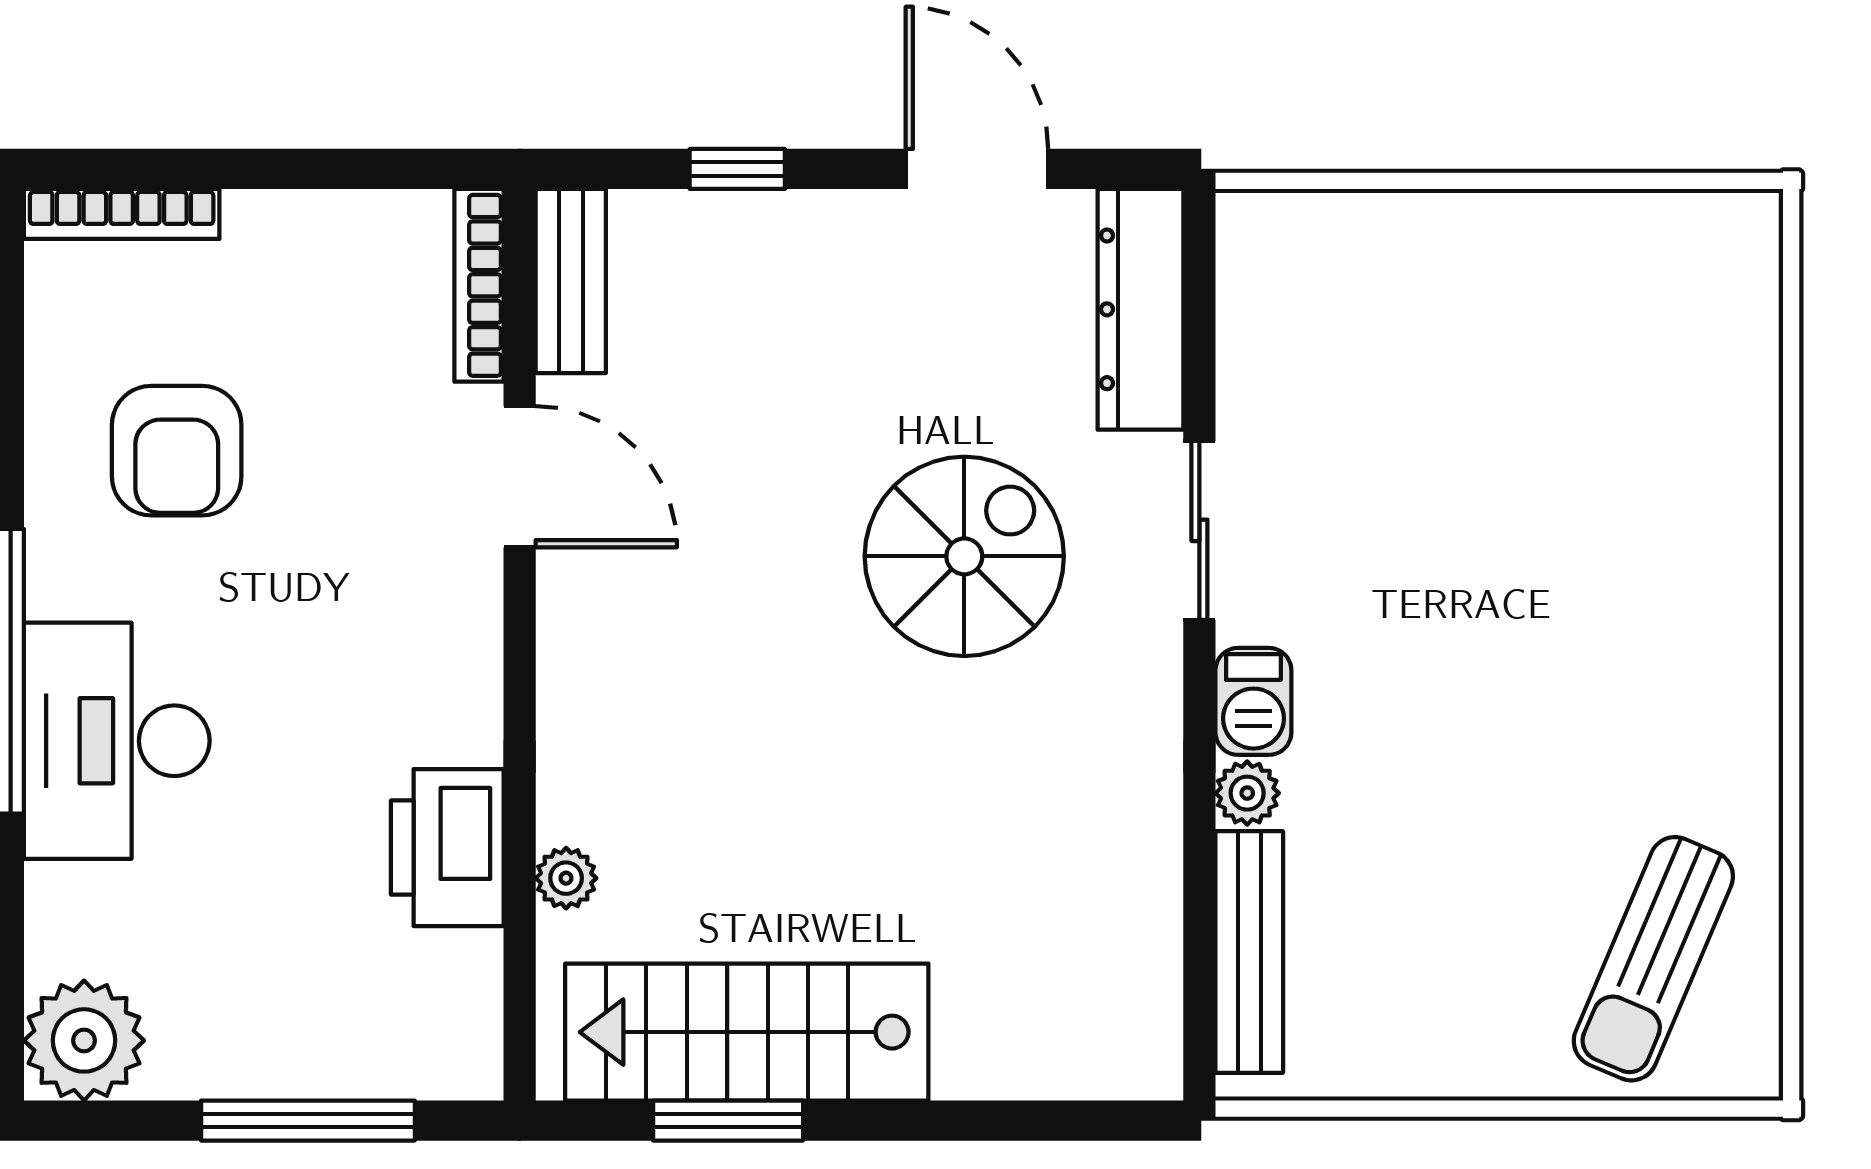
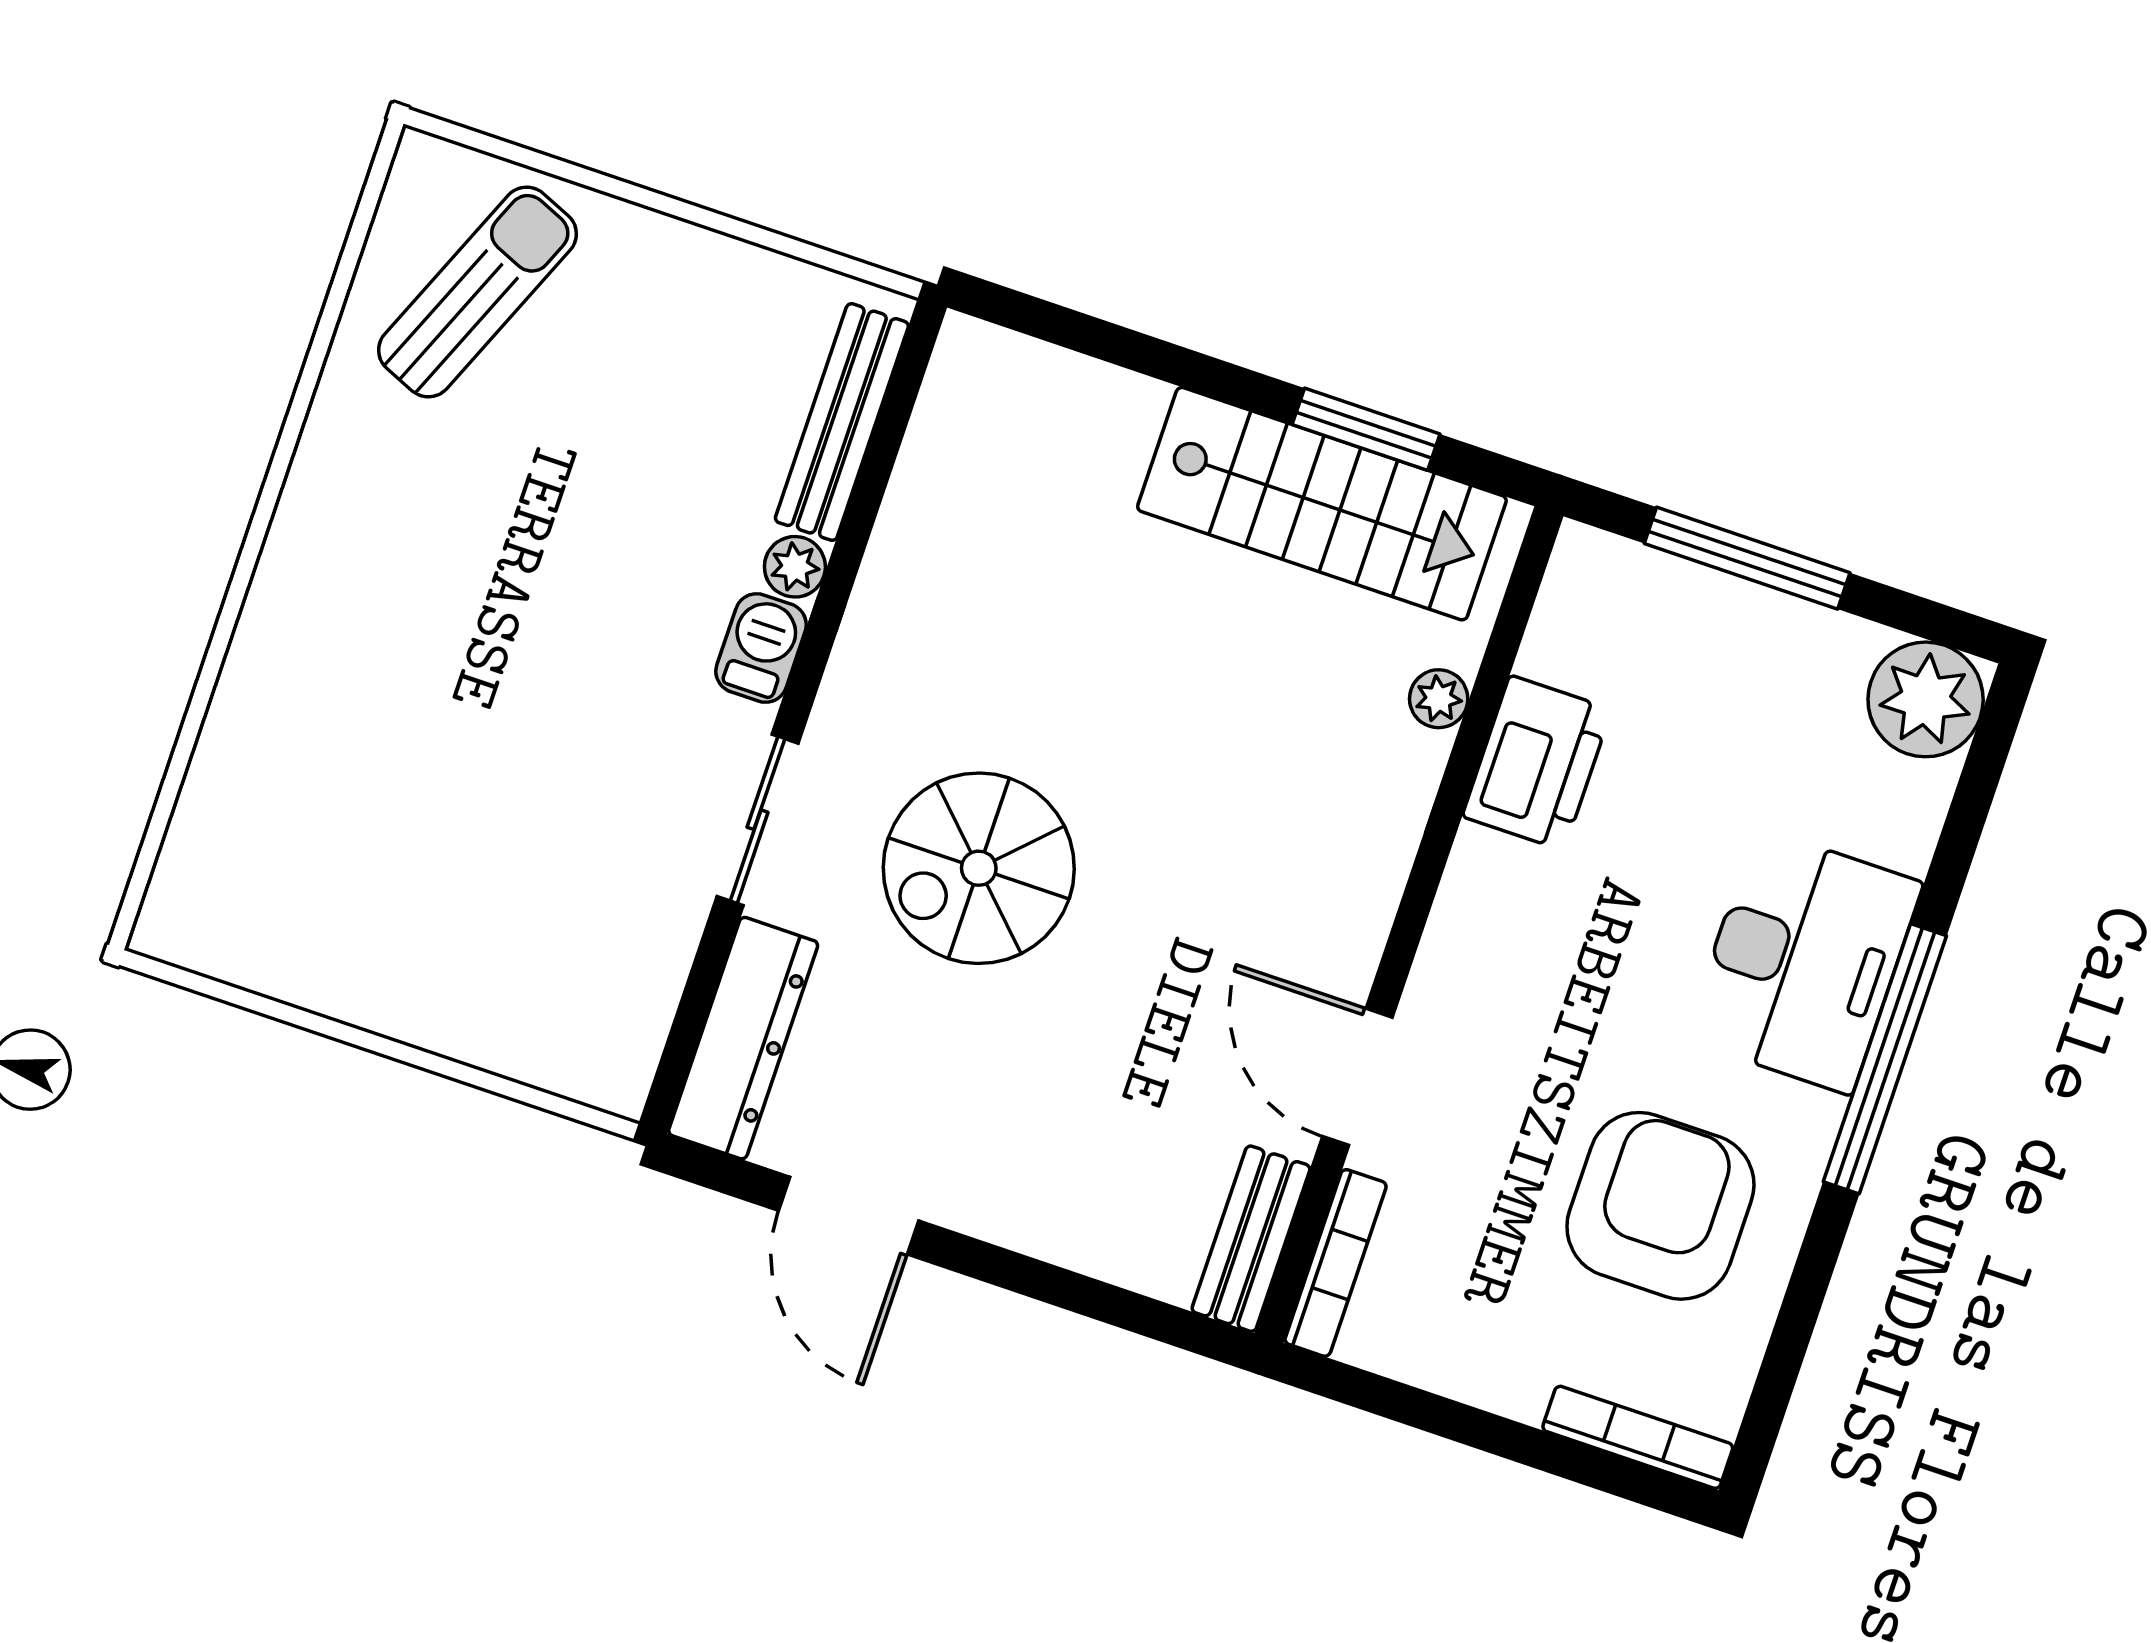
window: (737, 169) -> (1066, 1289), removed
armchair: (177, 451) -> (1660, 1206), width x1.36, depth x1.36

